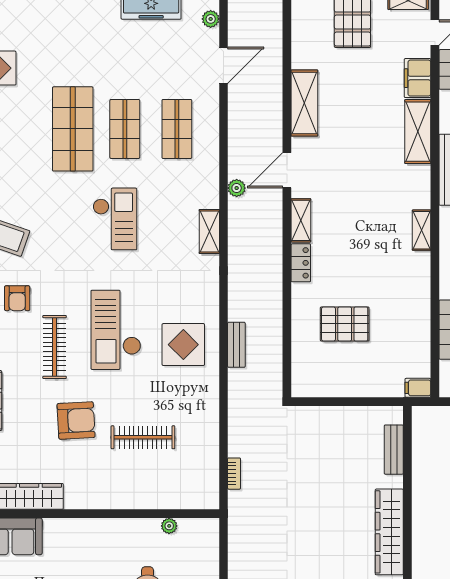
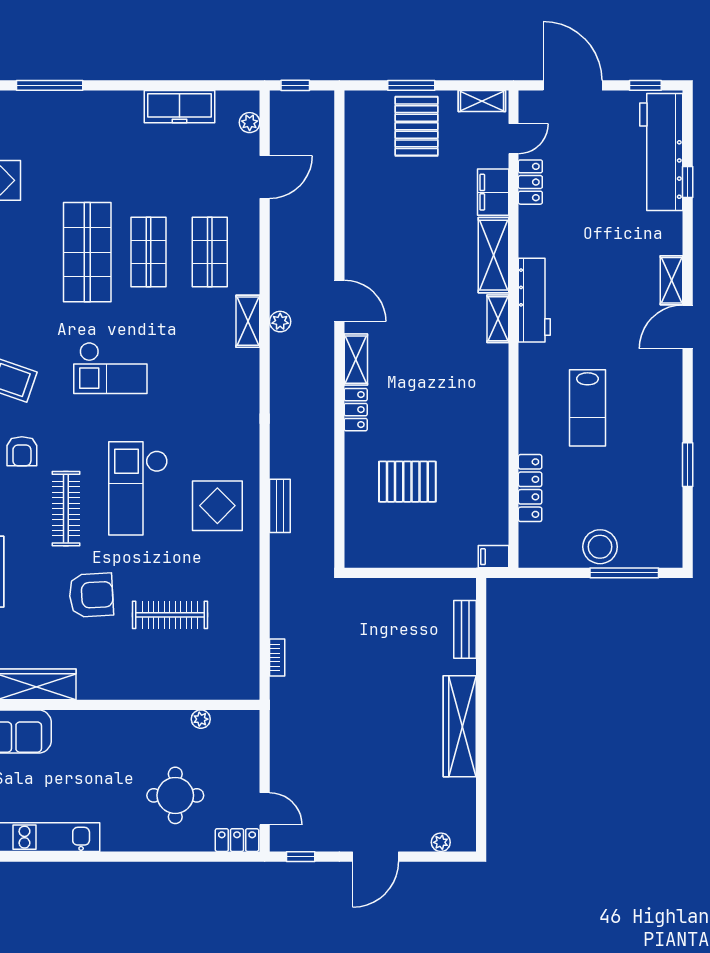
shelving: (304, 103) -> (360, 221), removed
door: (287, 170) -> (339, 301), swing flipped
checkout: (115, 219) -> (110, 368), moved, turned 90
shelving: (422, 230) -> (498, 319), moved
shelving: (209, 232) -> (248, 321), moved

